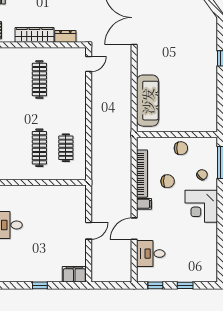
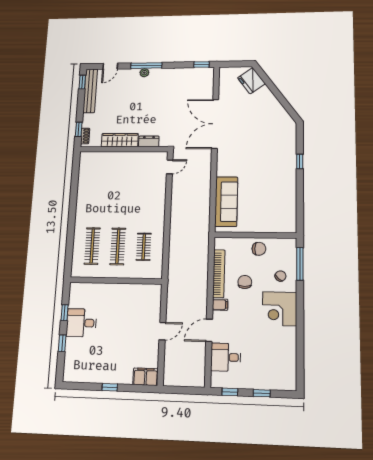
clothes rail: (39, 80) -> (92, 246), moved
chair: (168, 181) -> (245, 282), turned -90

